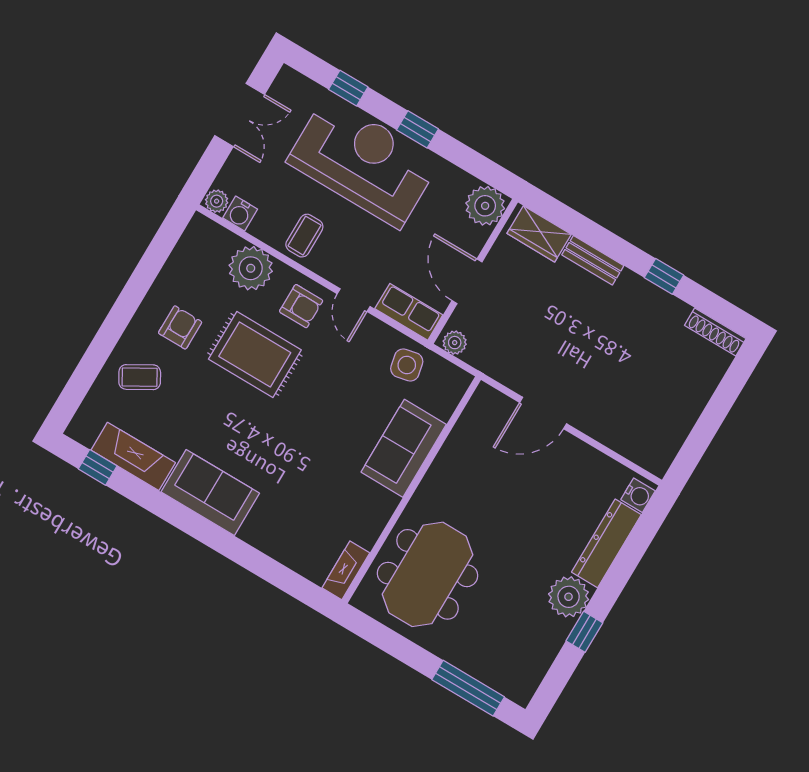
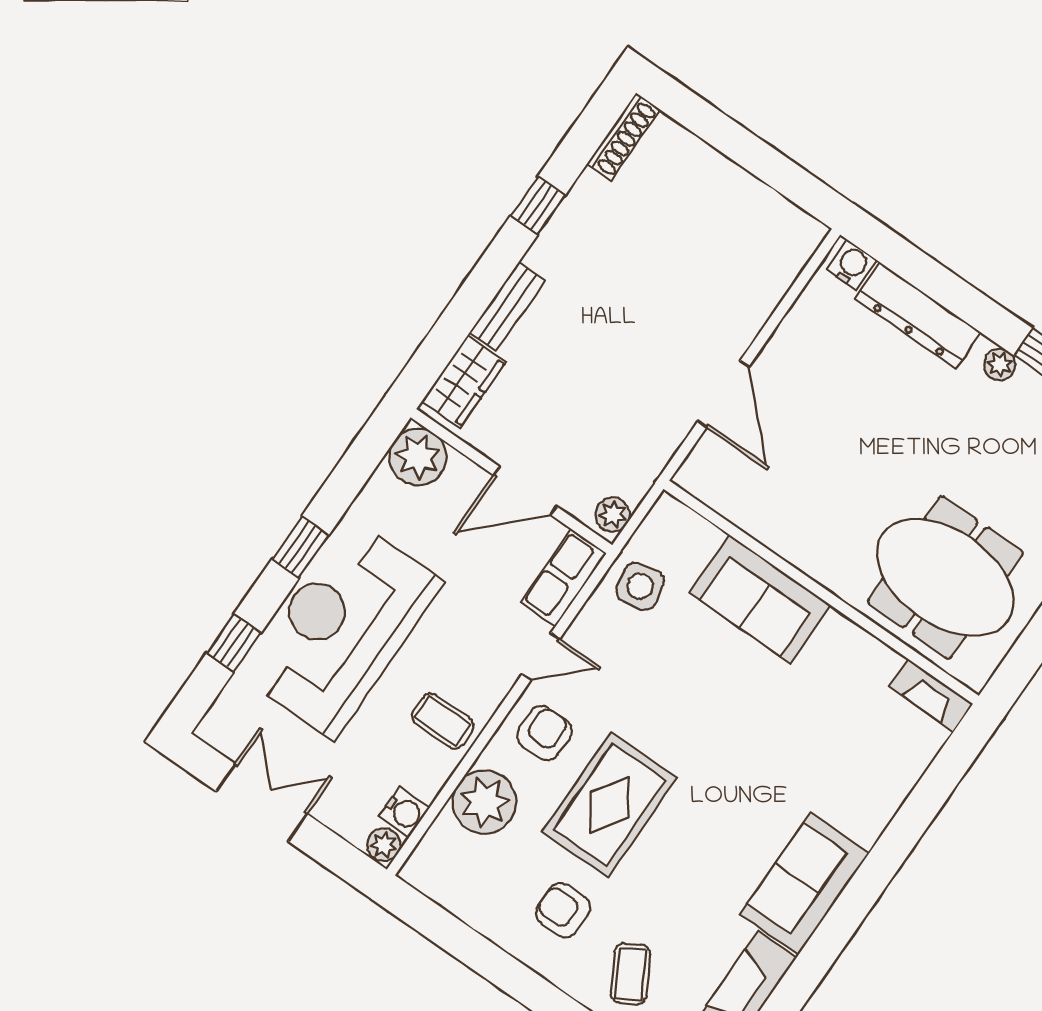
plant: (569, 597) -> (1000, 364), width x0.53, depth x0.53

